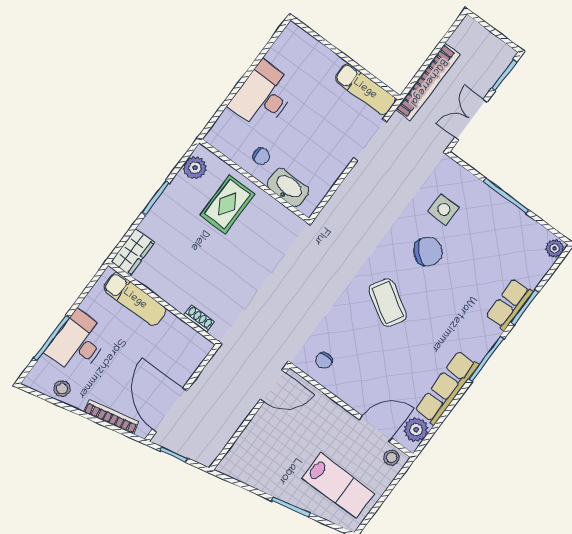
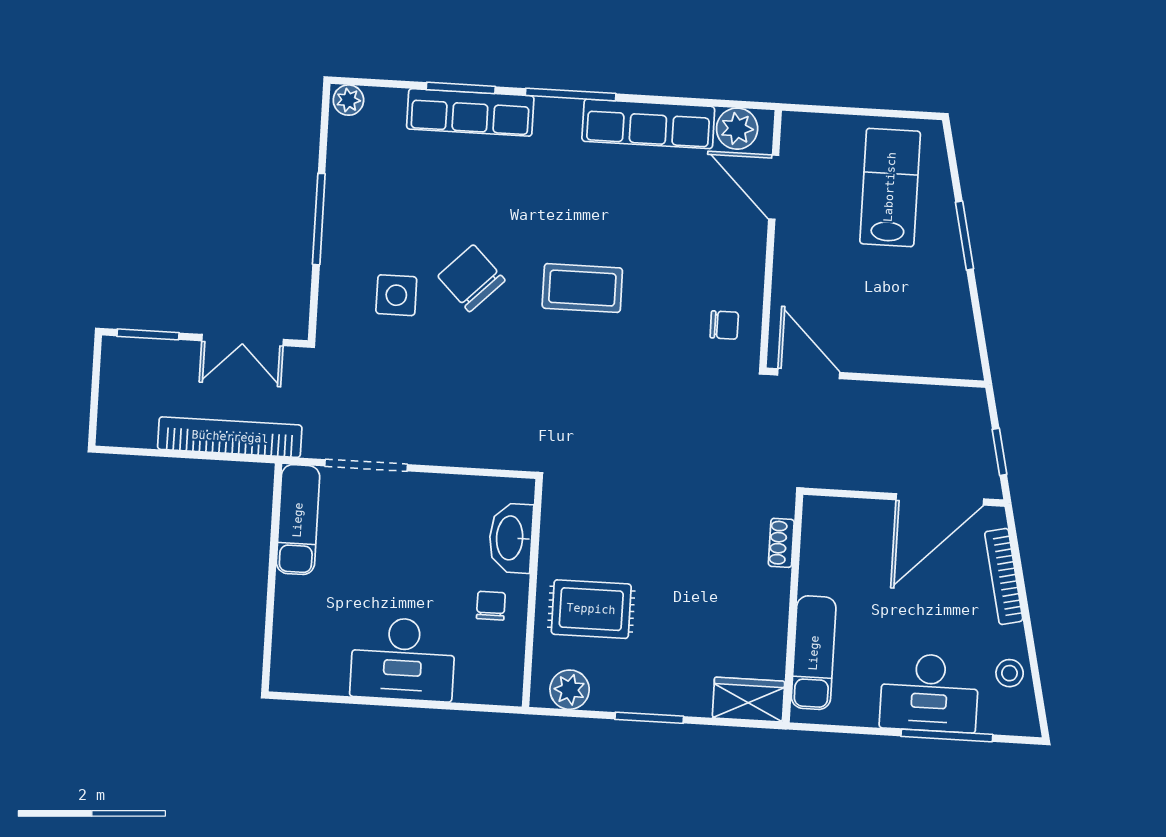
coffee table: (388, 303) -> (582, 288), turned 59
row of seats: (510, 304) -> (470, 112), width x1.48
stool: (392, 458) -> (800, 138), removed

